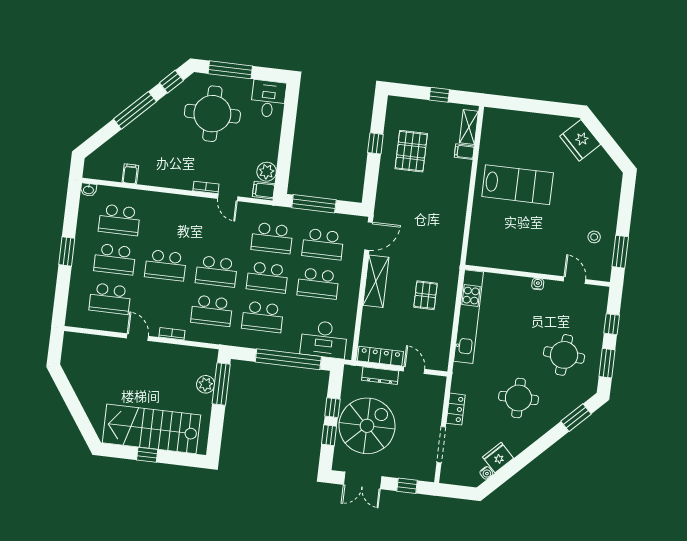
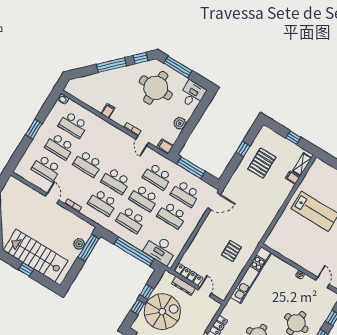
plant: (267, 172) -> (180, 123), moved
filing cabinet: (130, 174) -> (108, 111), moved
shelving: (376, 281) -> (206, 230), removed

